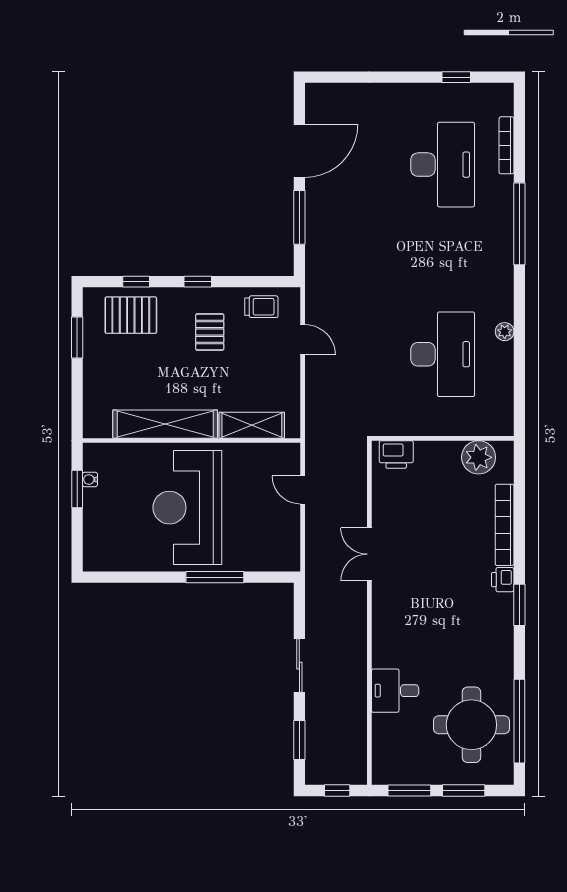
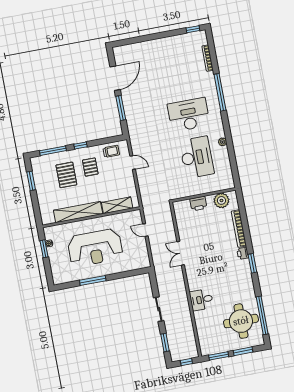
window: (456, 77) -> (193, 29), moved
desk: (443, 165) -> (189, 115), moved, turned -90
window: (136, 282) -> (53, 151), width x2.17
pallet: (131, 315) -> (66, 175), moved, turned 90
printer: (396, 454) -> (198, 204), moved
reception desk: (187, 508) -> (95, 248), turned -90
window: (215, 577) -> (93, 281), moved
desk: (395, 691) -> (201, 300), moved

